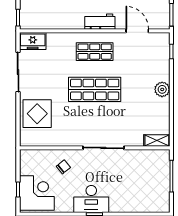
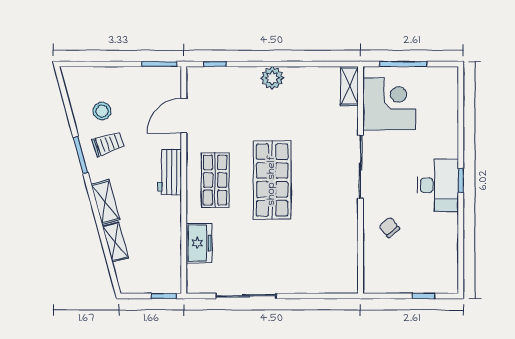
freezer: (33, 41) -> (199, 243), moved
display table: (37, 114) -> (309, 267), removed
corner desk: (37, 193) -> (389, 104), moved, turned 90

